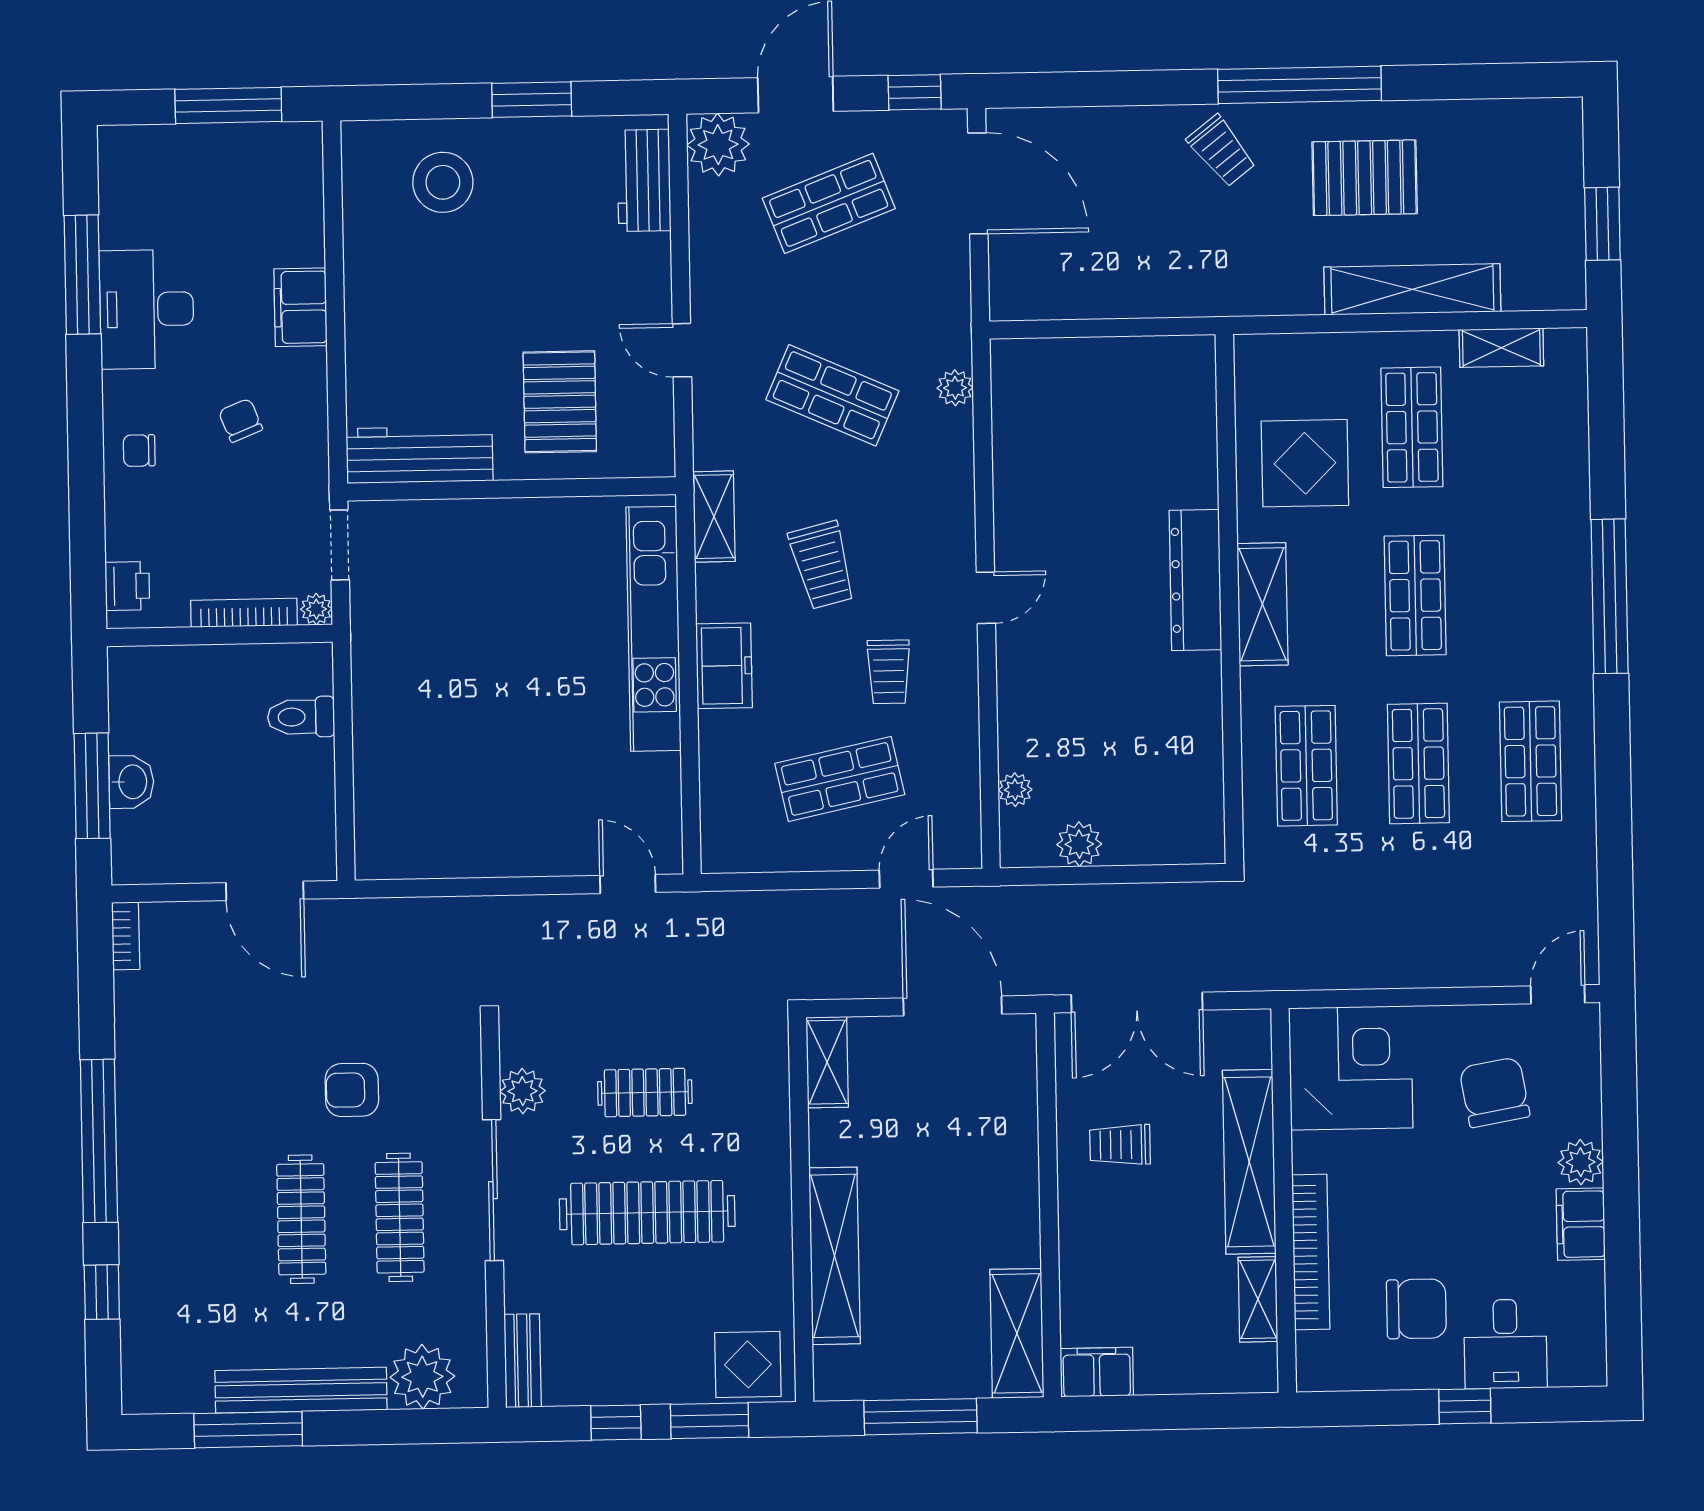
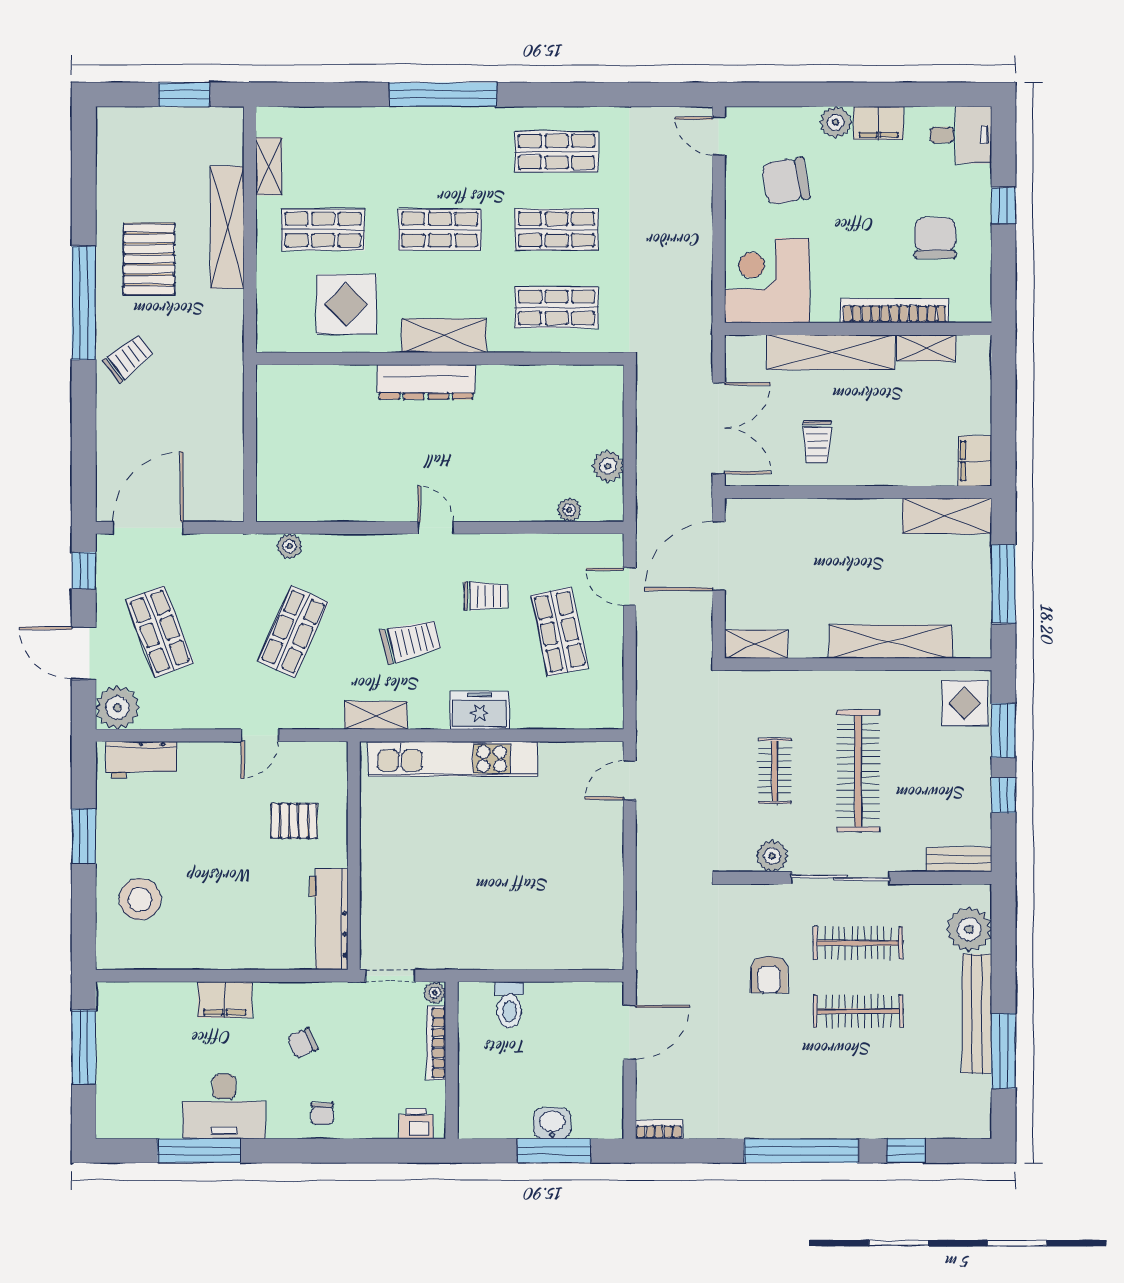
pallet: (560, 402) -> (294, 821), width x0.67, depth x0.71
desk: (1505, 1344) -> (961, 135), moved

